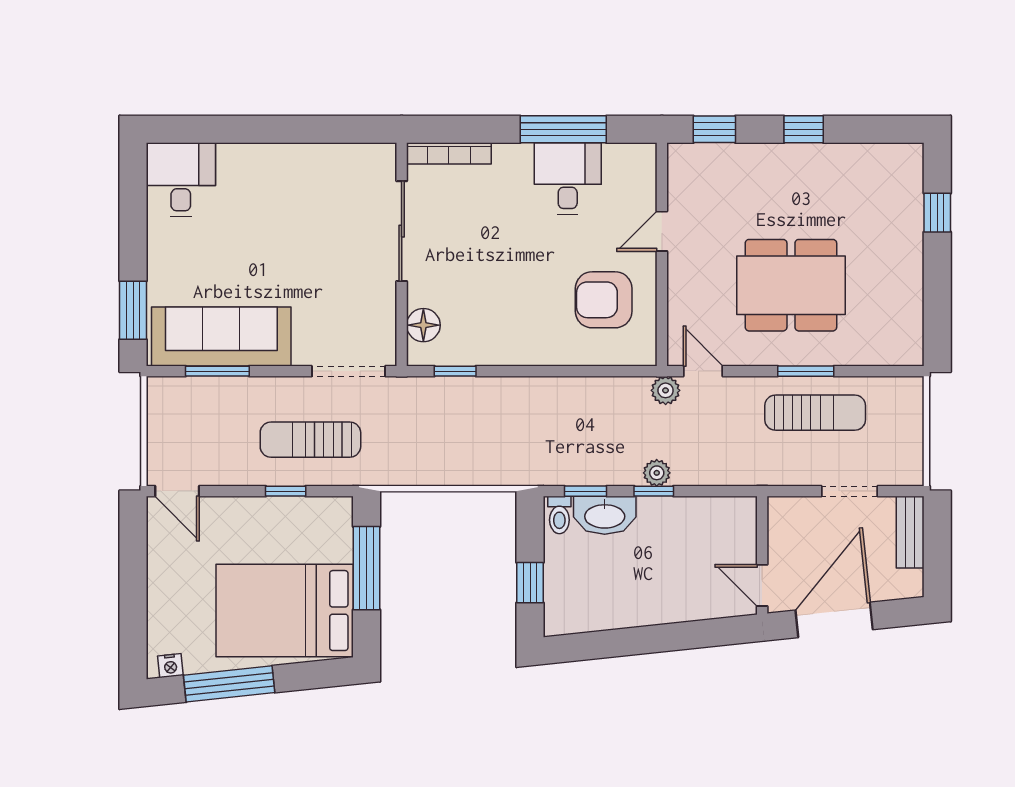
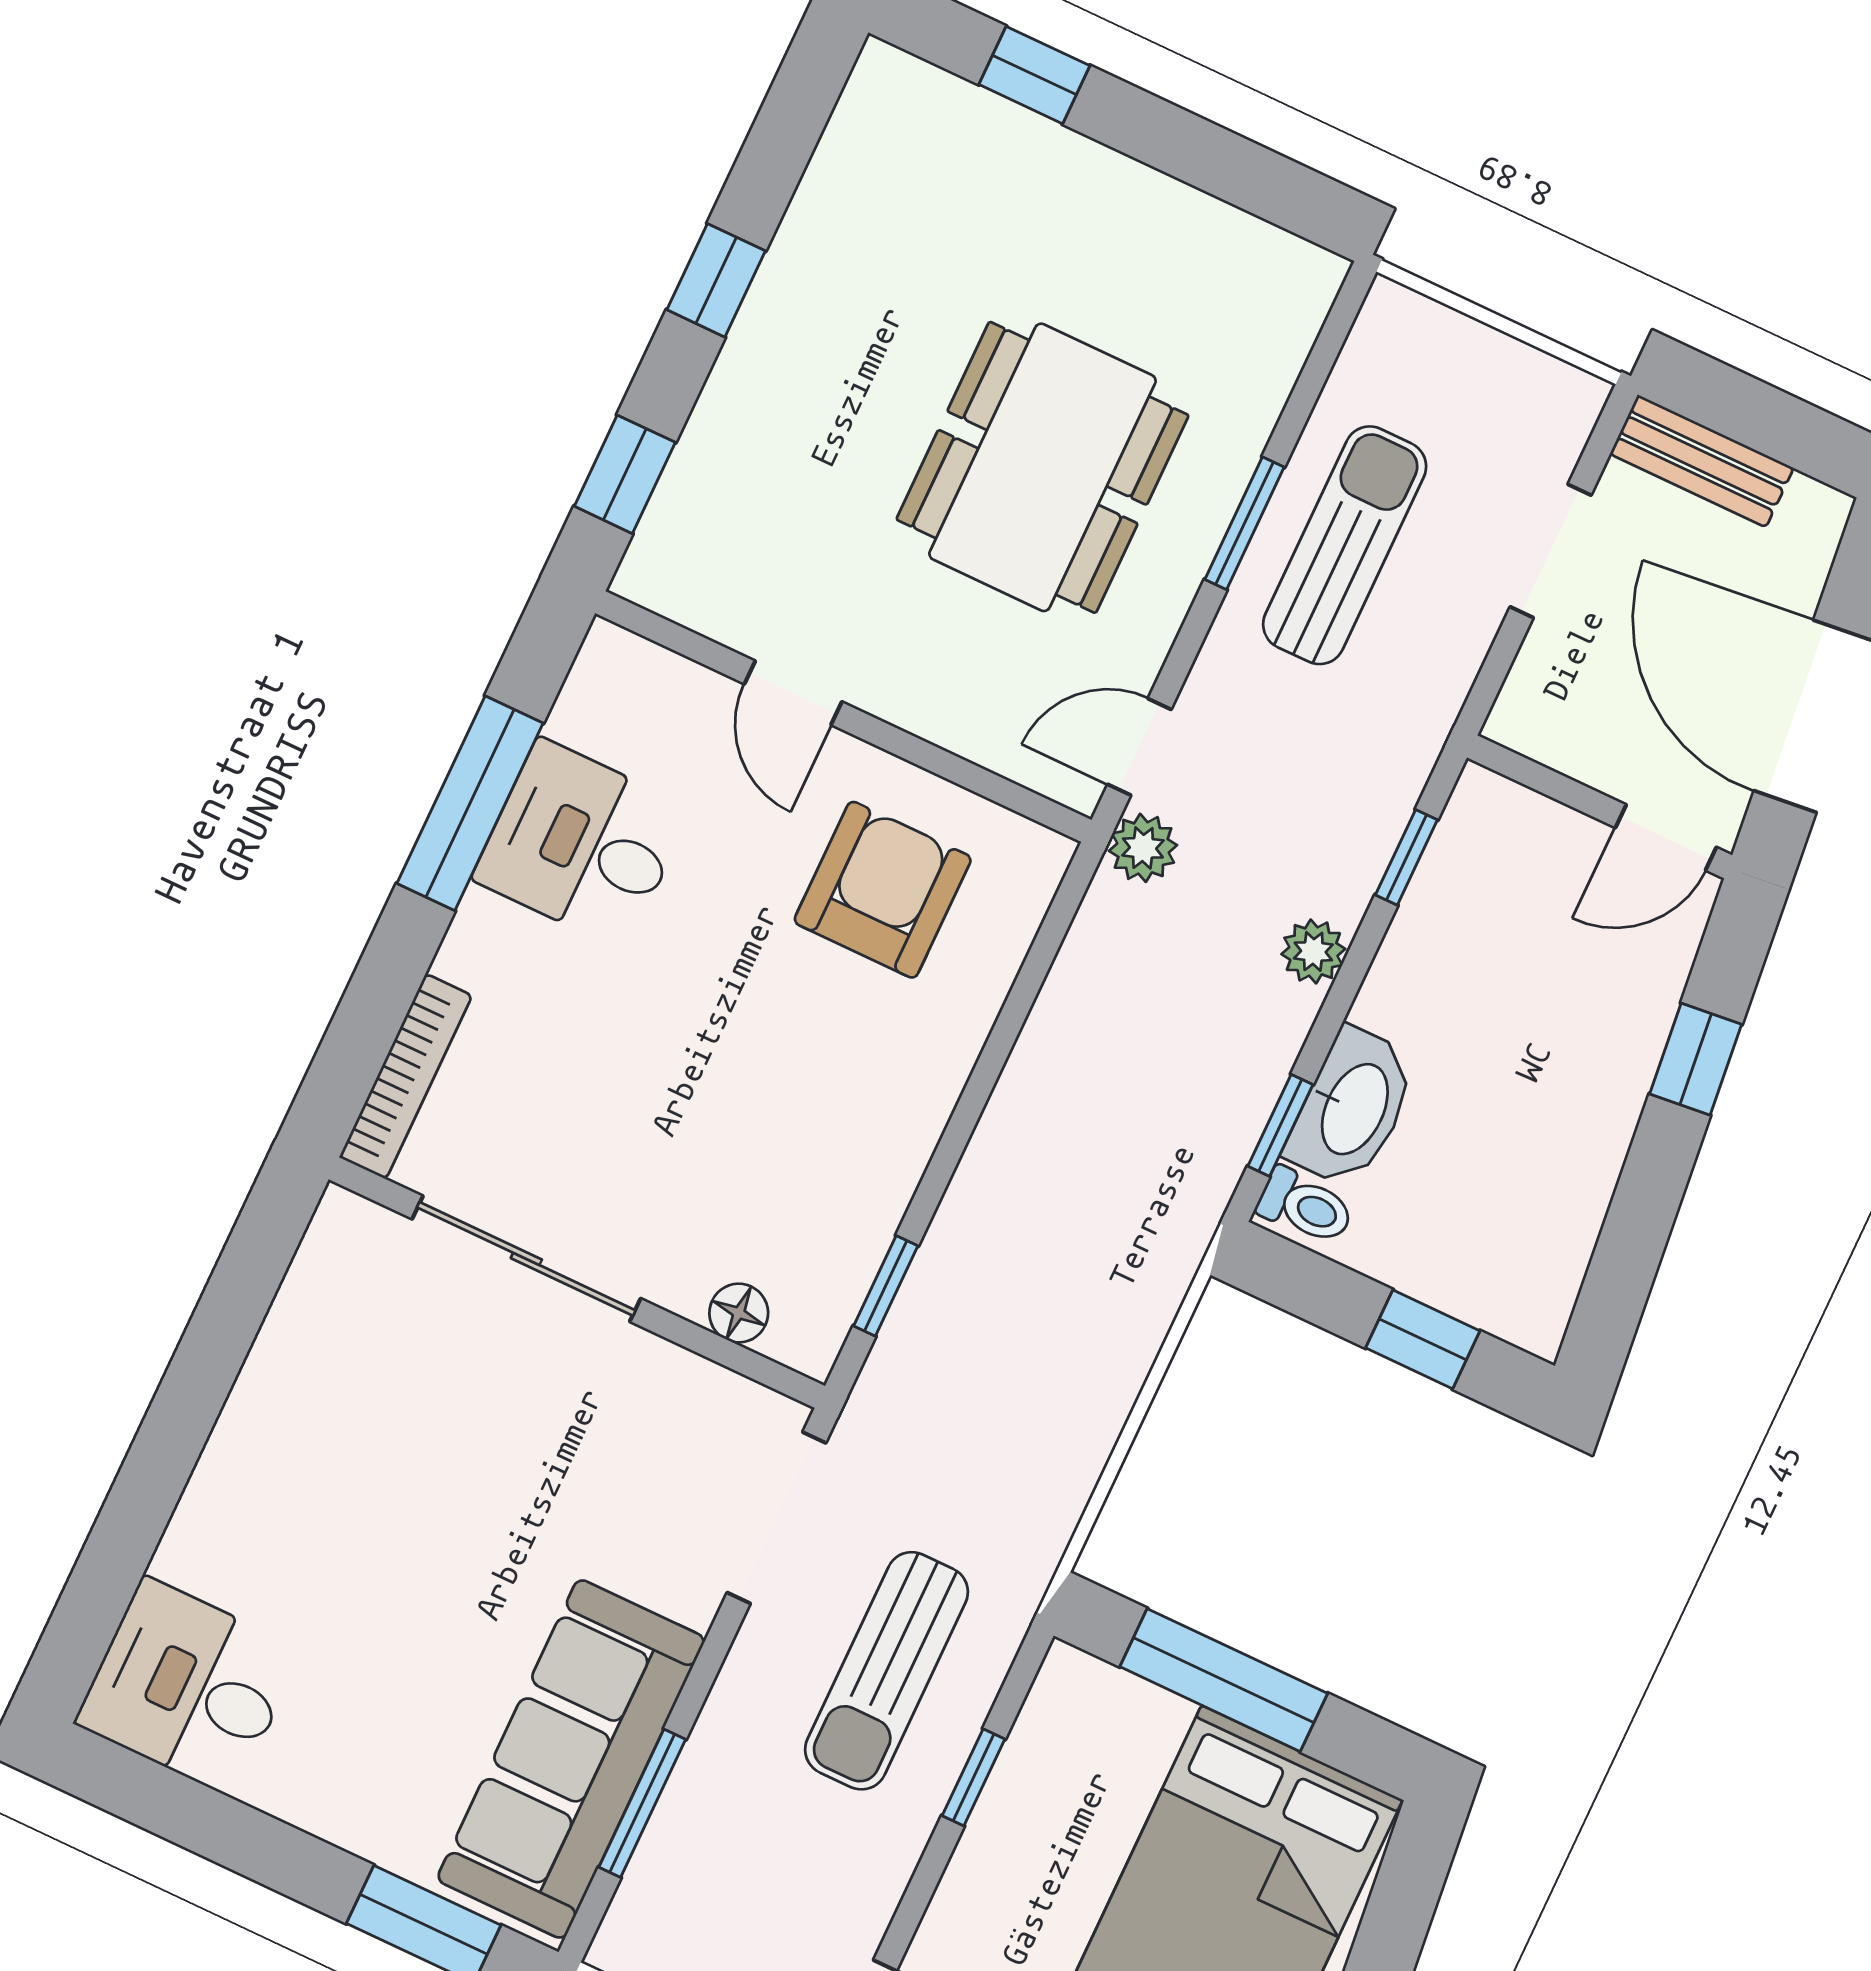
armchair: (604, 300) -> (883, 890), turned 180
floor lamp: (423, 325) -> (739, 1313), width x0.73, depth x0.73
window: (654, 491) -> (1406, 857), moved
window: (684, 636) -> (1696, 1059), added

